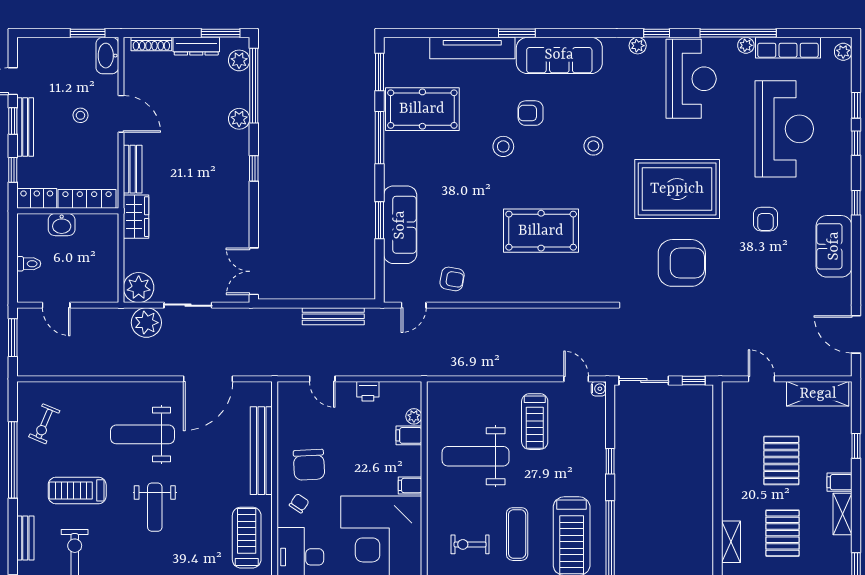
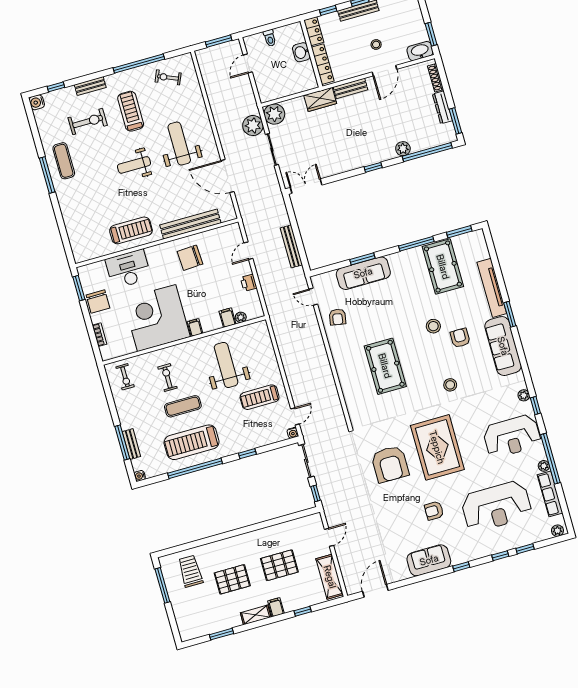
plant: (239, 60) -> (441, 138), removed
chair: (299, 503) -> (163, 258), removed
shelving: (731, 542) -> (217, 547), removed

